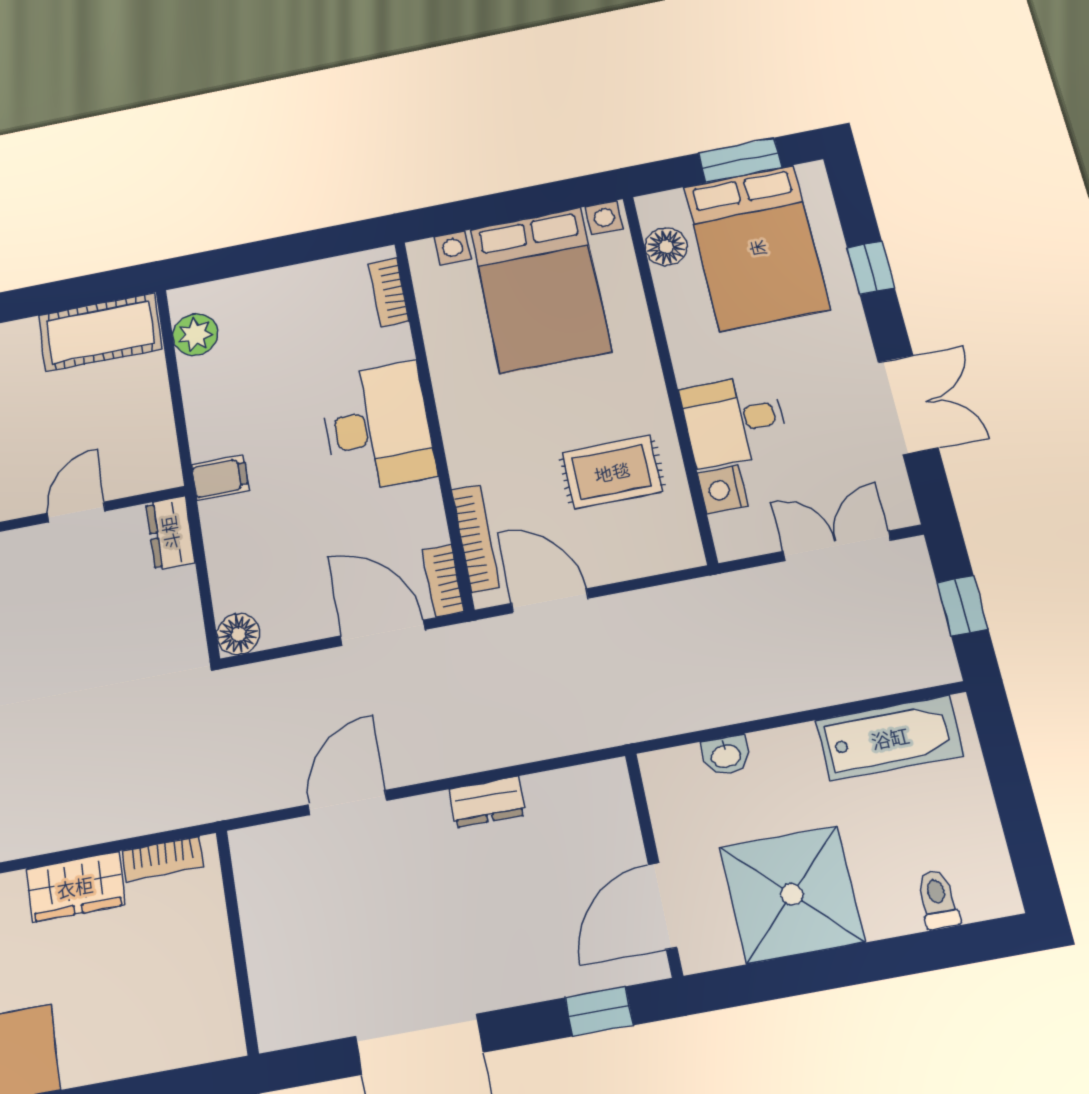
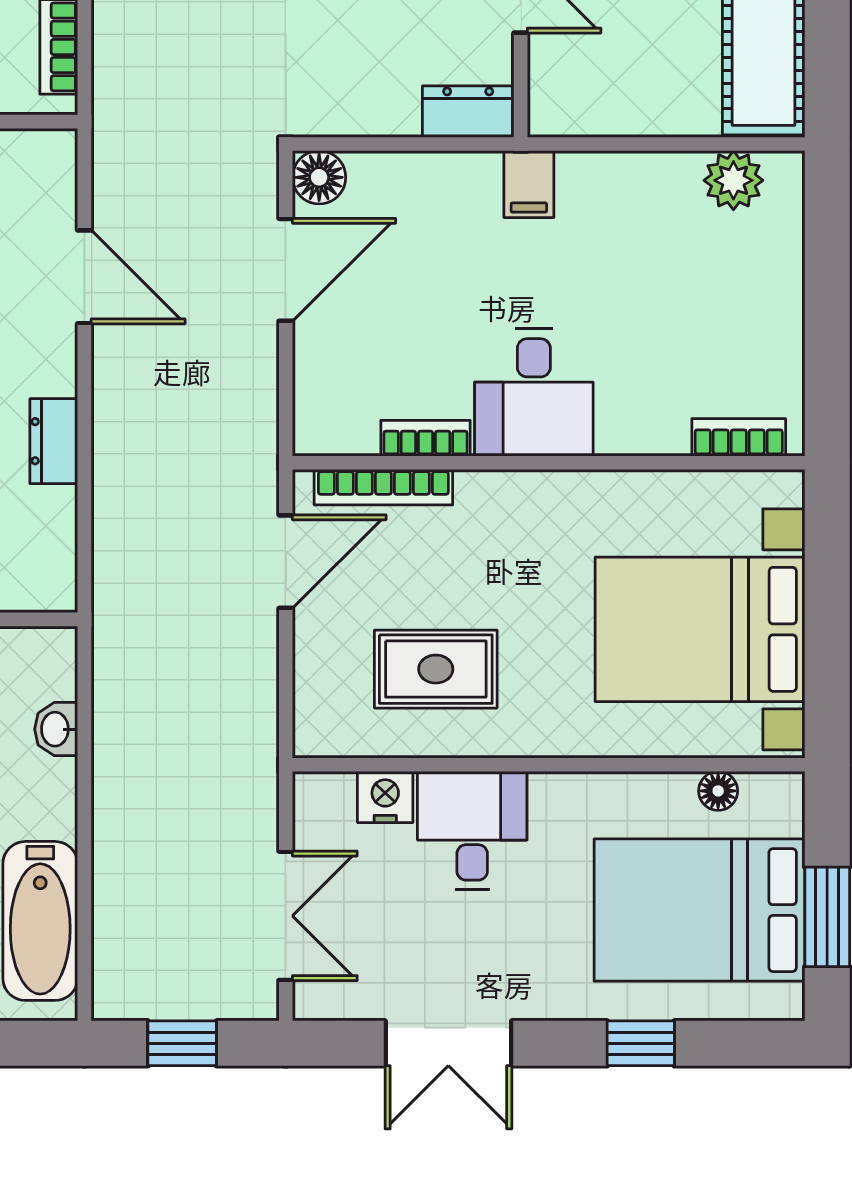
floor lamp: (666, 247) -> (718, 791), width x0.73, depth x0.73
desk: (378, 427) -> (534, 392), width x0.73
rug: (612, 472) -> (436, 669), turned 90
bookcase: (443, 581) -> (426, 438), moved
door: (383, 633) -> (286, 270), moved

